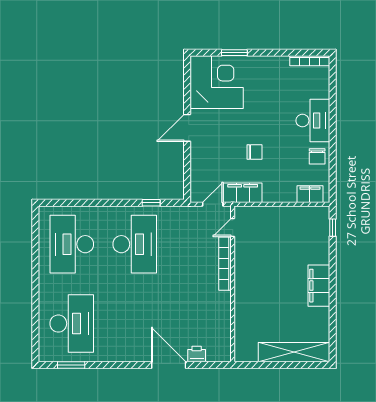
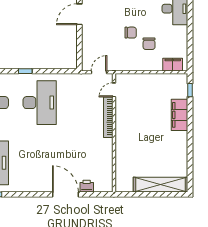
chair: (317, 156) -> (149, 44), moved
filing cabinet: (243, 193) -> (122, 64), removed
window: (151, 203) -> (25, 71), moved
filing cabinet: (319, 286) -> (179, 115), moved

